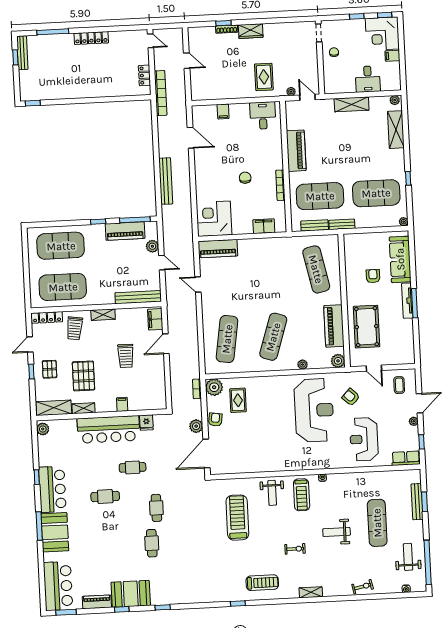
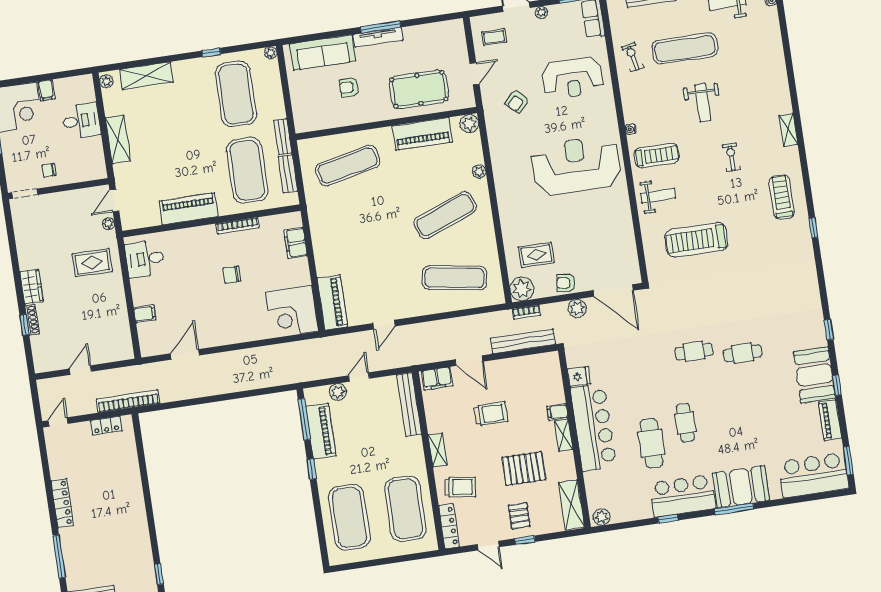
bench: (166, 181) -> (523, 341), moved
exercise mat: (273, 337) -> (445, 215), turned -39
pallet: (50, 369) -> (519, 516), turned 90
shelving: (84, 408) -> (564, 435), moved
reception desk: (314, 410) -> (576, 166), moved
cafe table: (133, 467) -> (651, 443), moved, width x1.37, depth x1.35
exercise bike: (363, 587) -> (633, 57), moved

